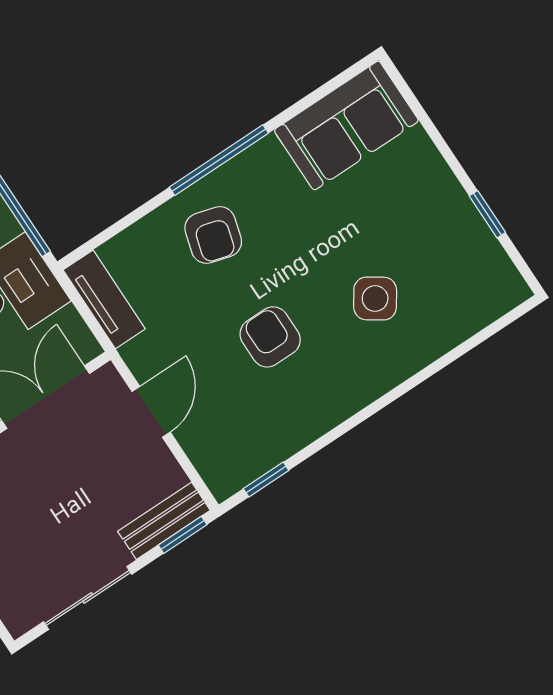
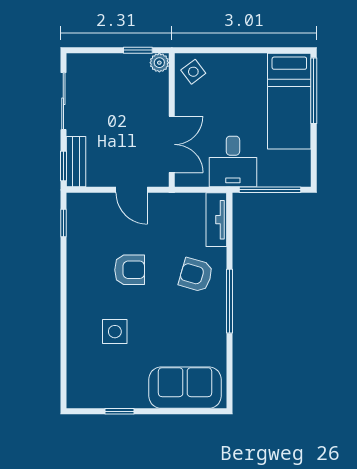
sofa: (346, 126) -> (185, 388), moved, turned 90
tv unit: (104, 299) -> (216, 220), moved, turned 90
side table: (375, 299) -> (115, 332), turned -34

